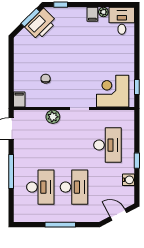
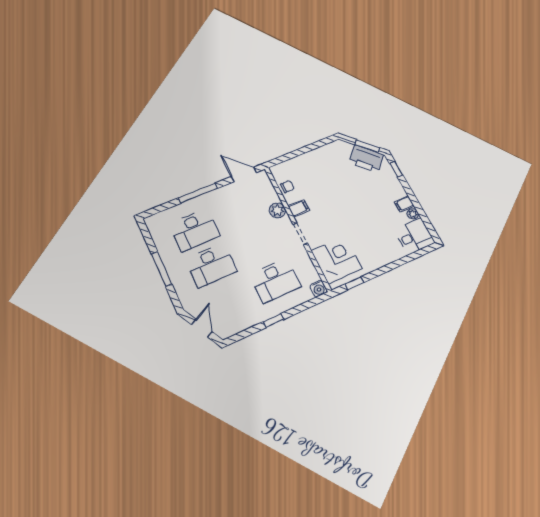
chair: (46, 79) -> (287, 187), moved
filing cabinet: (19, 99) -> (299, 208), moved
water cooler: (128, 180) -> (319, 289), moved

